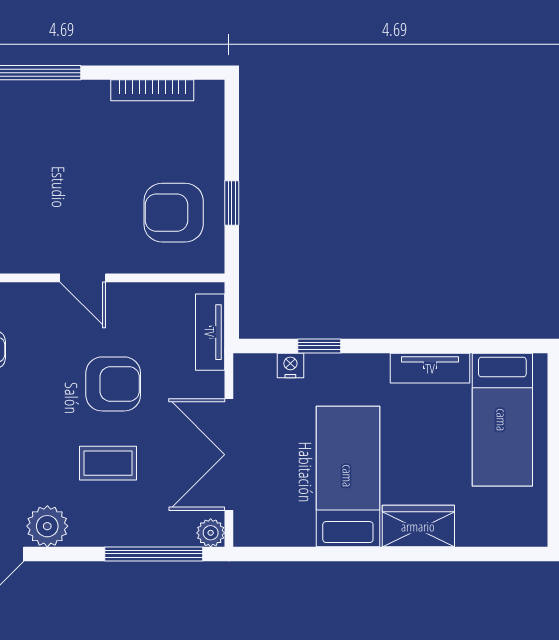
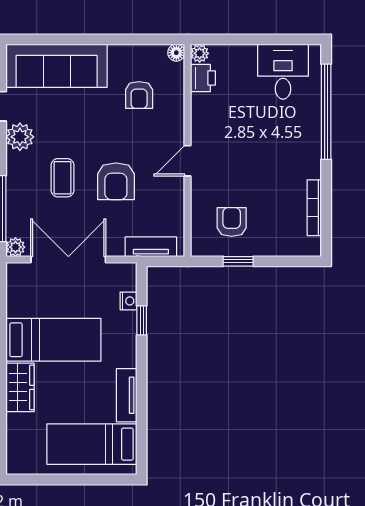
armchair: (174, 213) -> (232, 222), width x0.72, depth x0.72

